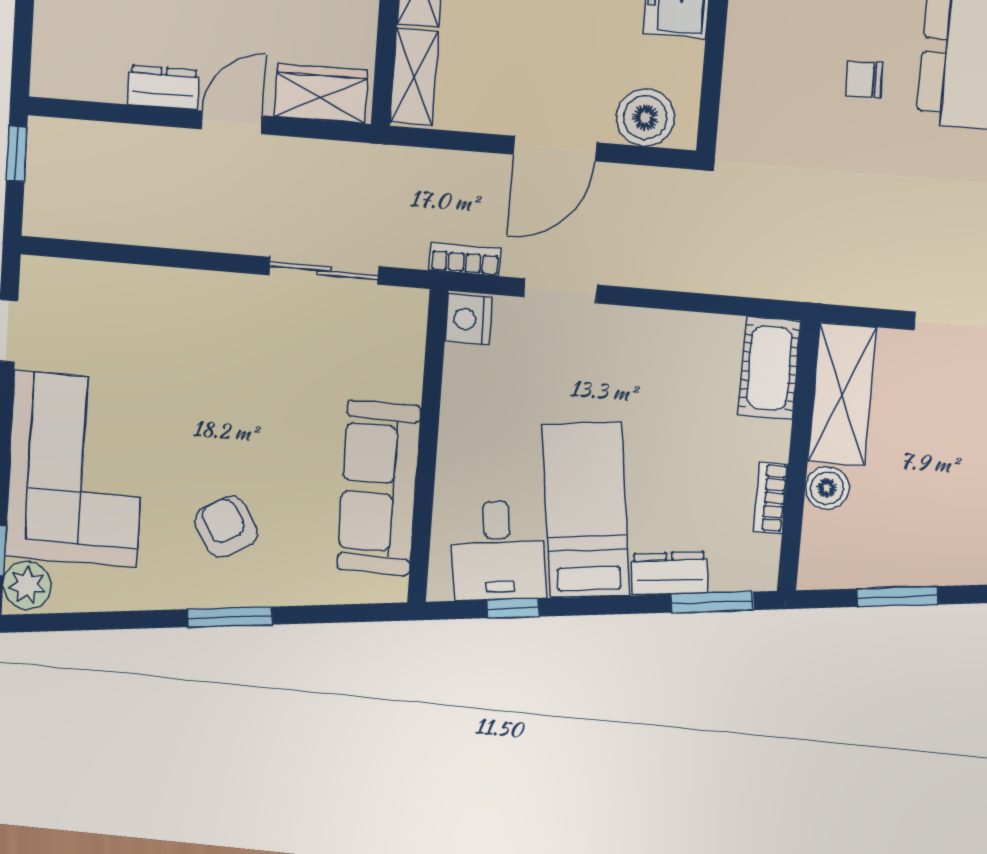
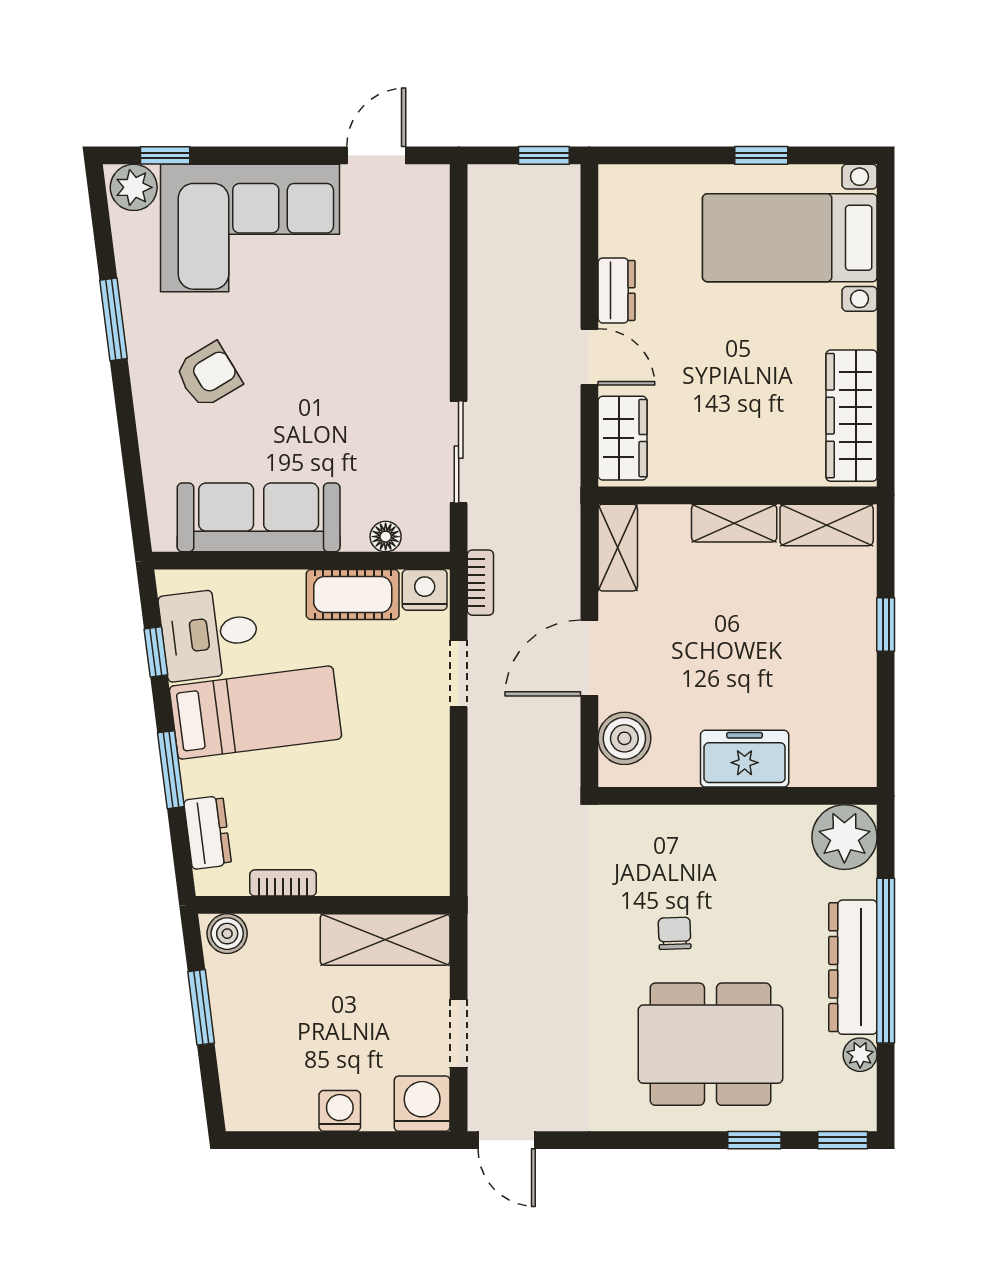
shelving: (414, 77) -> (618, 548), moved, turned 90
door: (555, 149) -> (589, 658), hinge flipped
floor lamp: (408, 356) -> (386, 537), added
cot: (769, 368) -> (353, 595), moved
boiler: (827, 488) -> (227, 934), moved
dresser: (670, 574) -> (208, 832), moved
window: (712, 602) -> (171, 770), moved
window: (230, 617) -> (114, 319), moved

